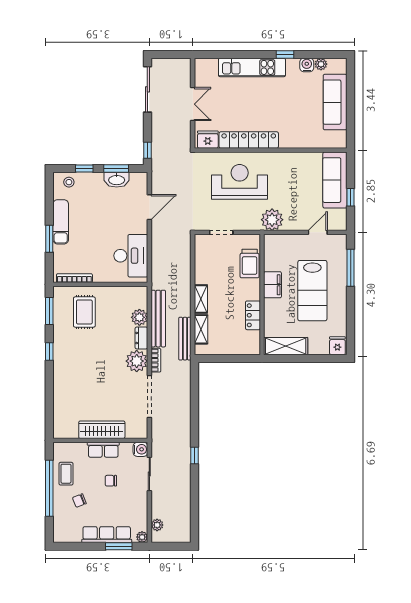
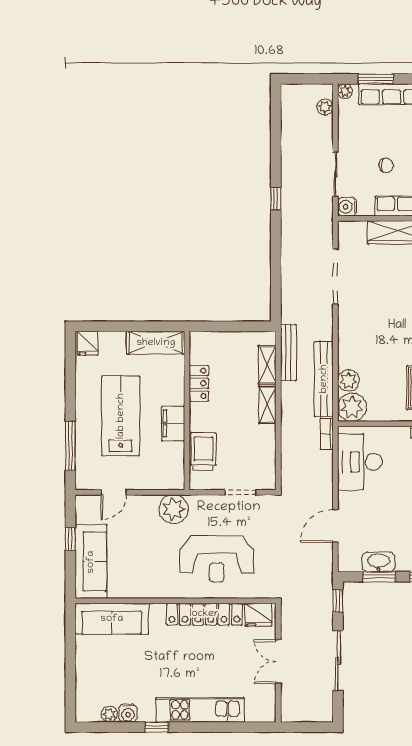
sliding door: (147, 89) -> (338, 661), moved
sofa: (335, 102) -> (112, 619), moved, turned 90
dresser: (141, 338) -> (346, 353), removed
bookcase: (156, 360) -> (327, 434), moved
plant: (137, 361) -> (352, 407), moved

